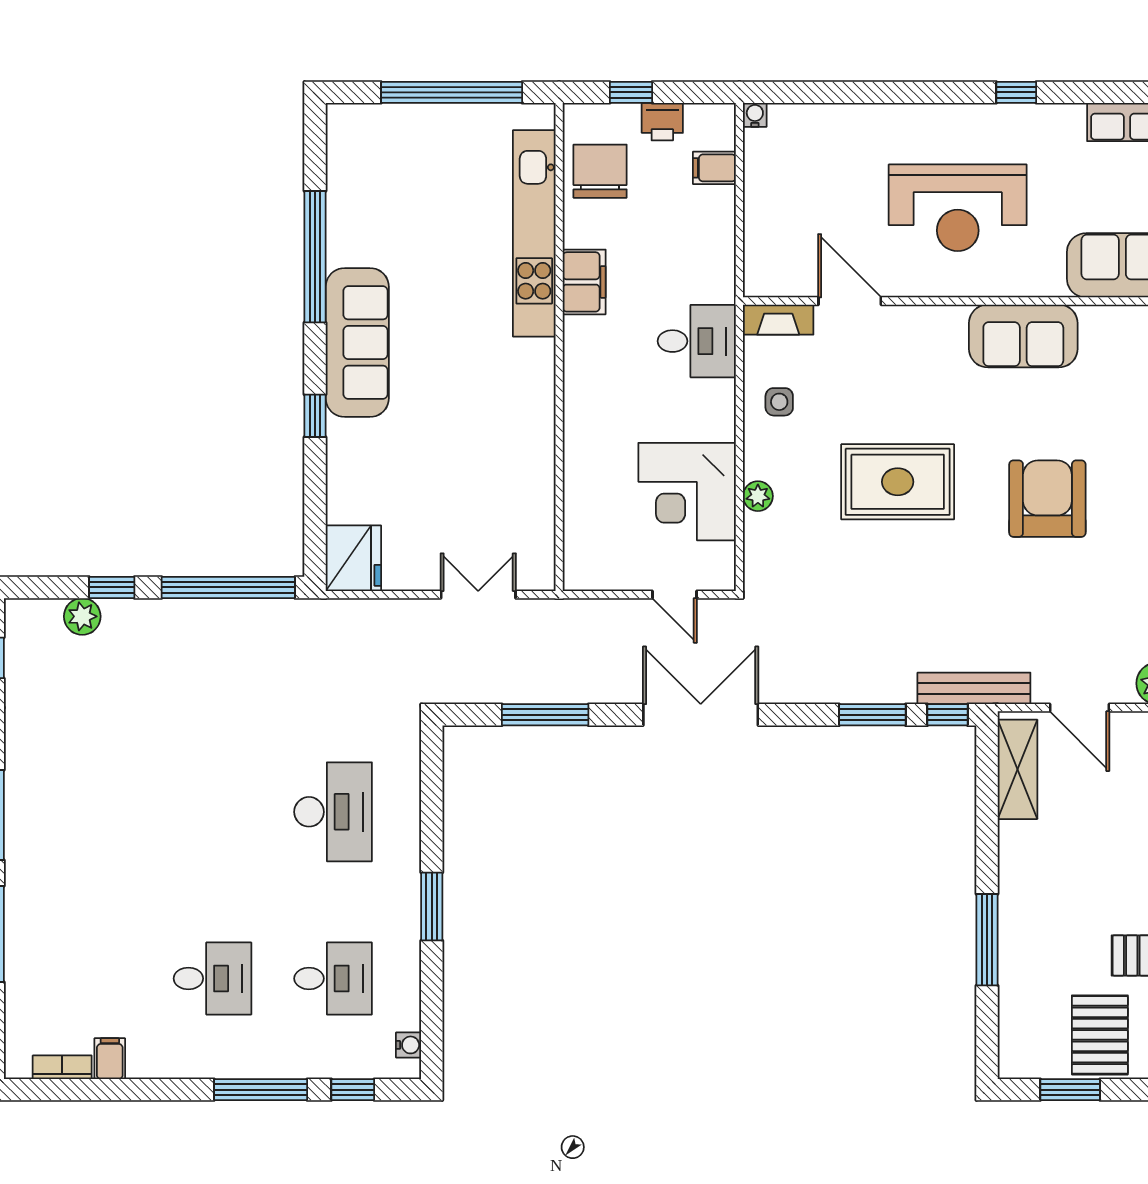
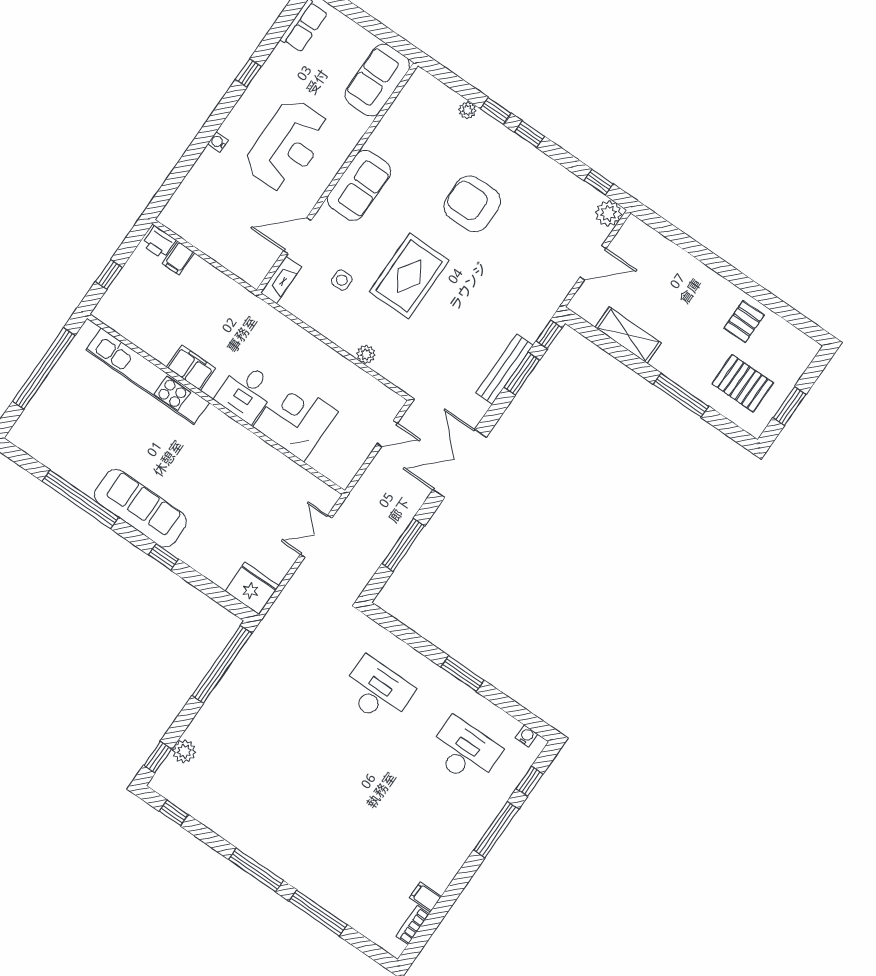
water cooler: (755, 115) -> (218, 142), moved
printer: (662, 122) -> (159, 242), moved, turned 90
chair: (600, 171) -> (139, 319), removed
sofa: (1023, 336) -> (359, 185), moved
desk: (697, 341) -> (246, 392), moved, turned 180
side table: (779, 402) -> (342, 280), moved
corner desk: (687, 492) -> (296, 419), moved, turned 180
window: (112, 587) -> (158, 757), moved
bench: (974, 688) -> (505, 369), moved
shelving: (1017, 769) -> (628, 335), moved
desk: (212, 978) -> (421, 814), removed
desk: (333, 978) -> (464, 751), width x1.37
pallet: (1100, 1035) -> (743, 383), moved

